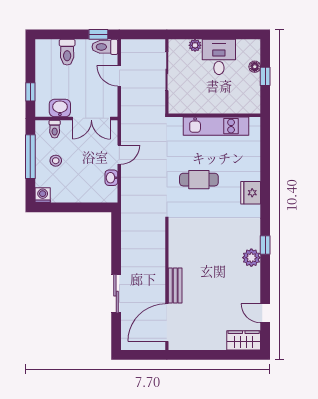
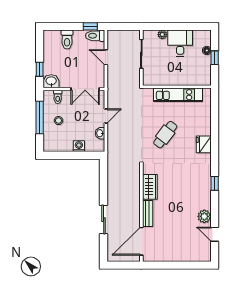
washbasin: (60, 108) -> (51, 81), moved
cafe table: (199, 180) -> (165, 135), turned -53
washing machine: (43, 195) -> (79, 146), moved
plant: (251, 258) -> (204, 216), moved
wardrobe: (244, 340) -> (150, 187), moved, turned 90

